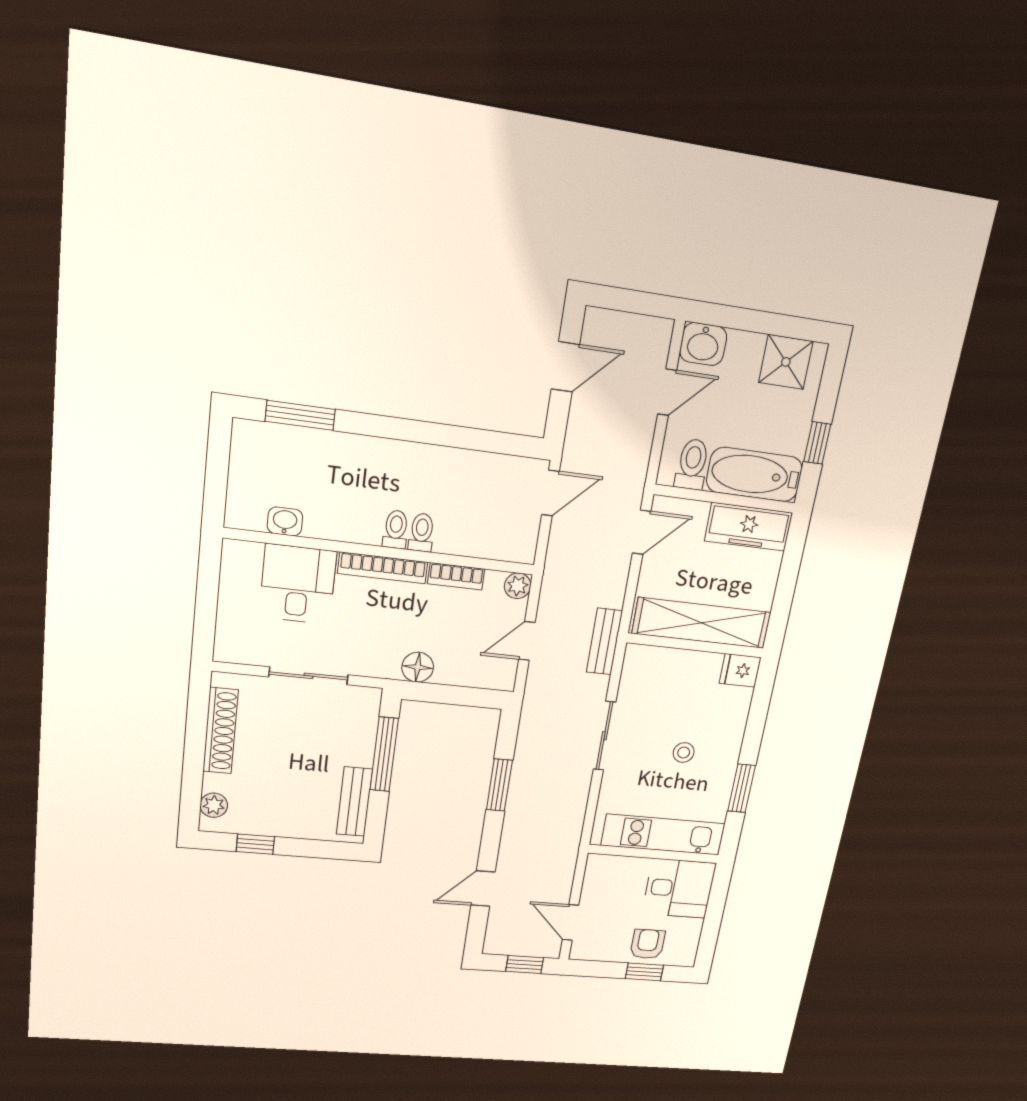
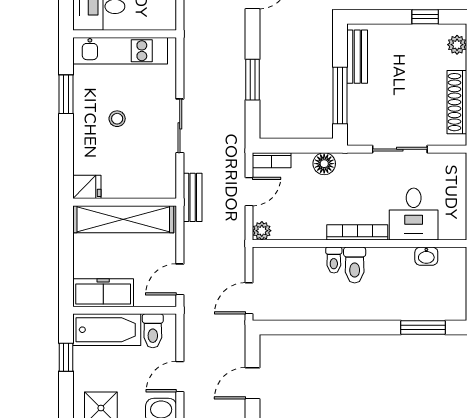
toilet: (396, 529) -> (355, 265), width x1.37, depth x1.39
bookcase: (456, 576) -> (272, 160), moved, turned 180

